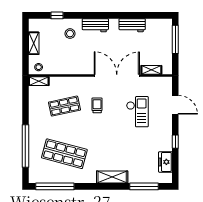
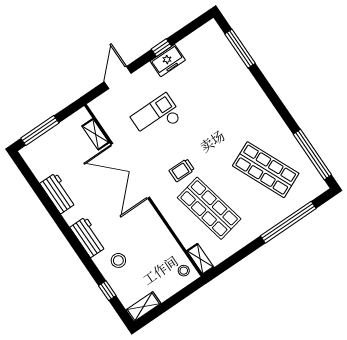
shelving: (34, 43) -> (143, 307), moved
shop shelf: (64, 106) -> (209, 208), width x1.43, depth x1.36
shop shelf: (64, 154) -> (266, 170), turned -39
freezer: (165, 162) -> (168, 61), moved
shelving: (112, 177) -> (255, 94), removed

